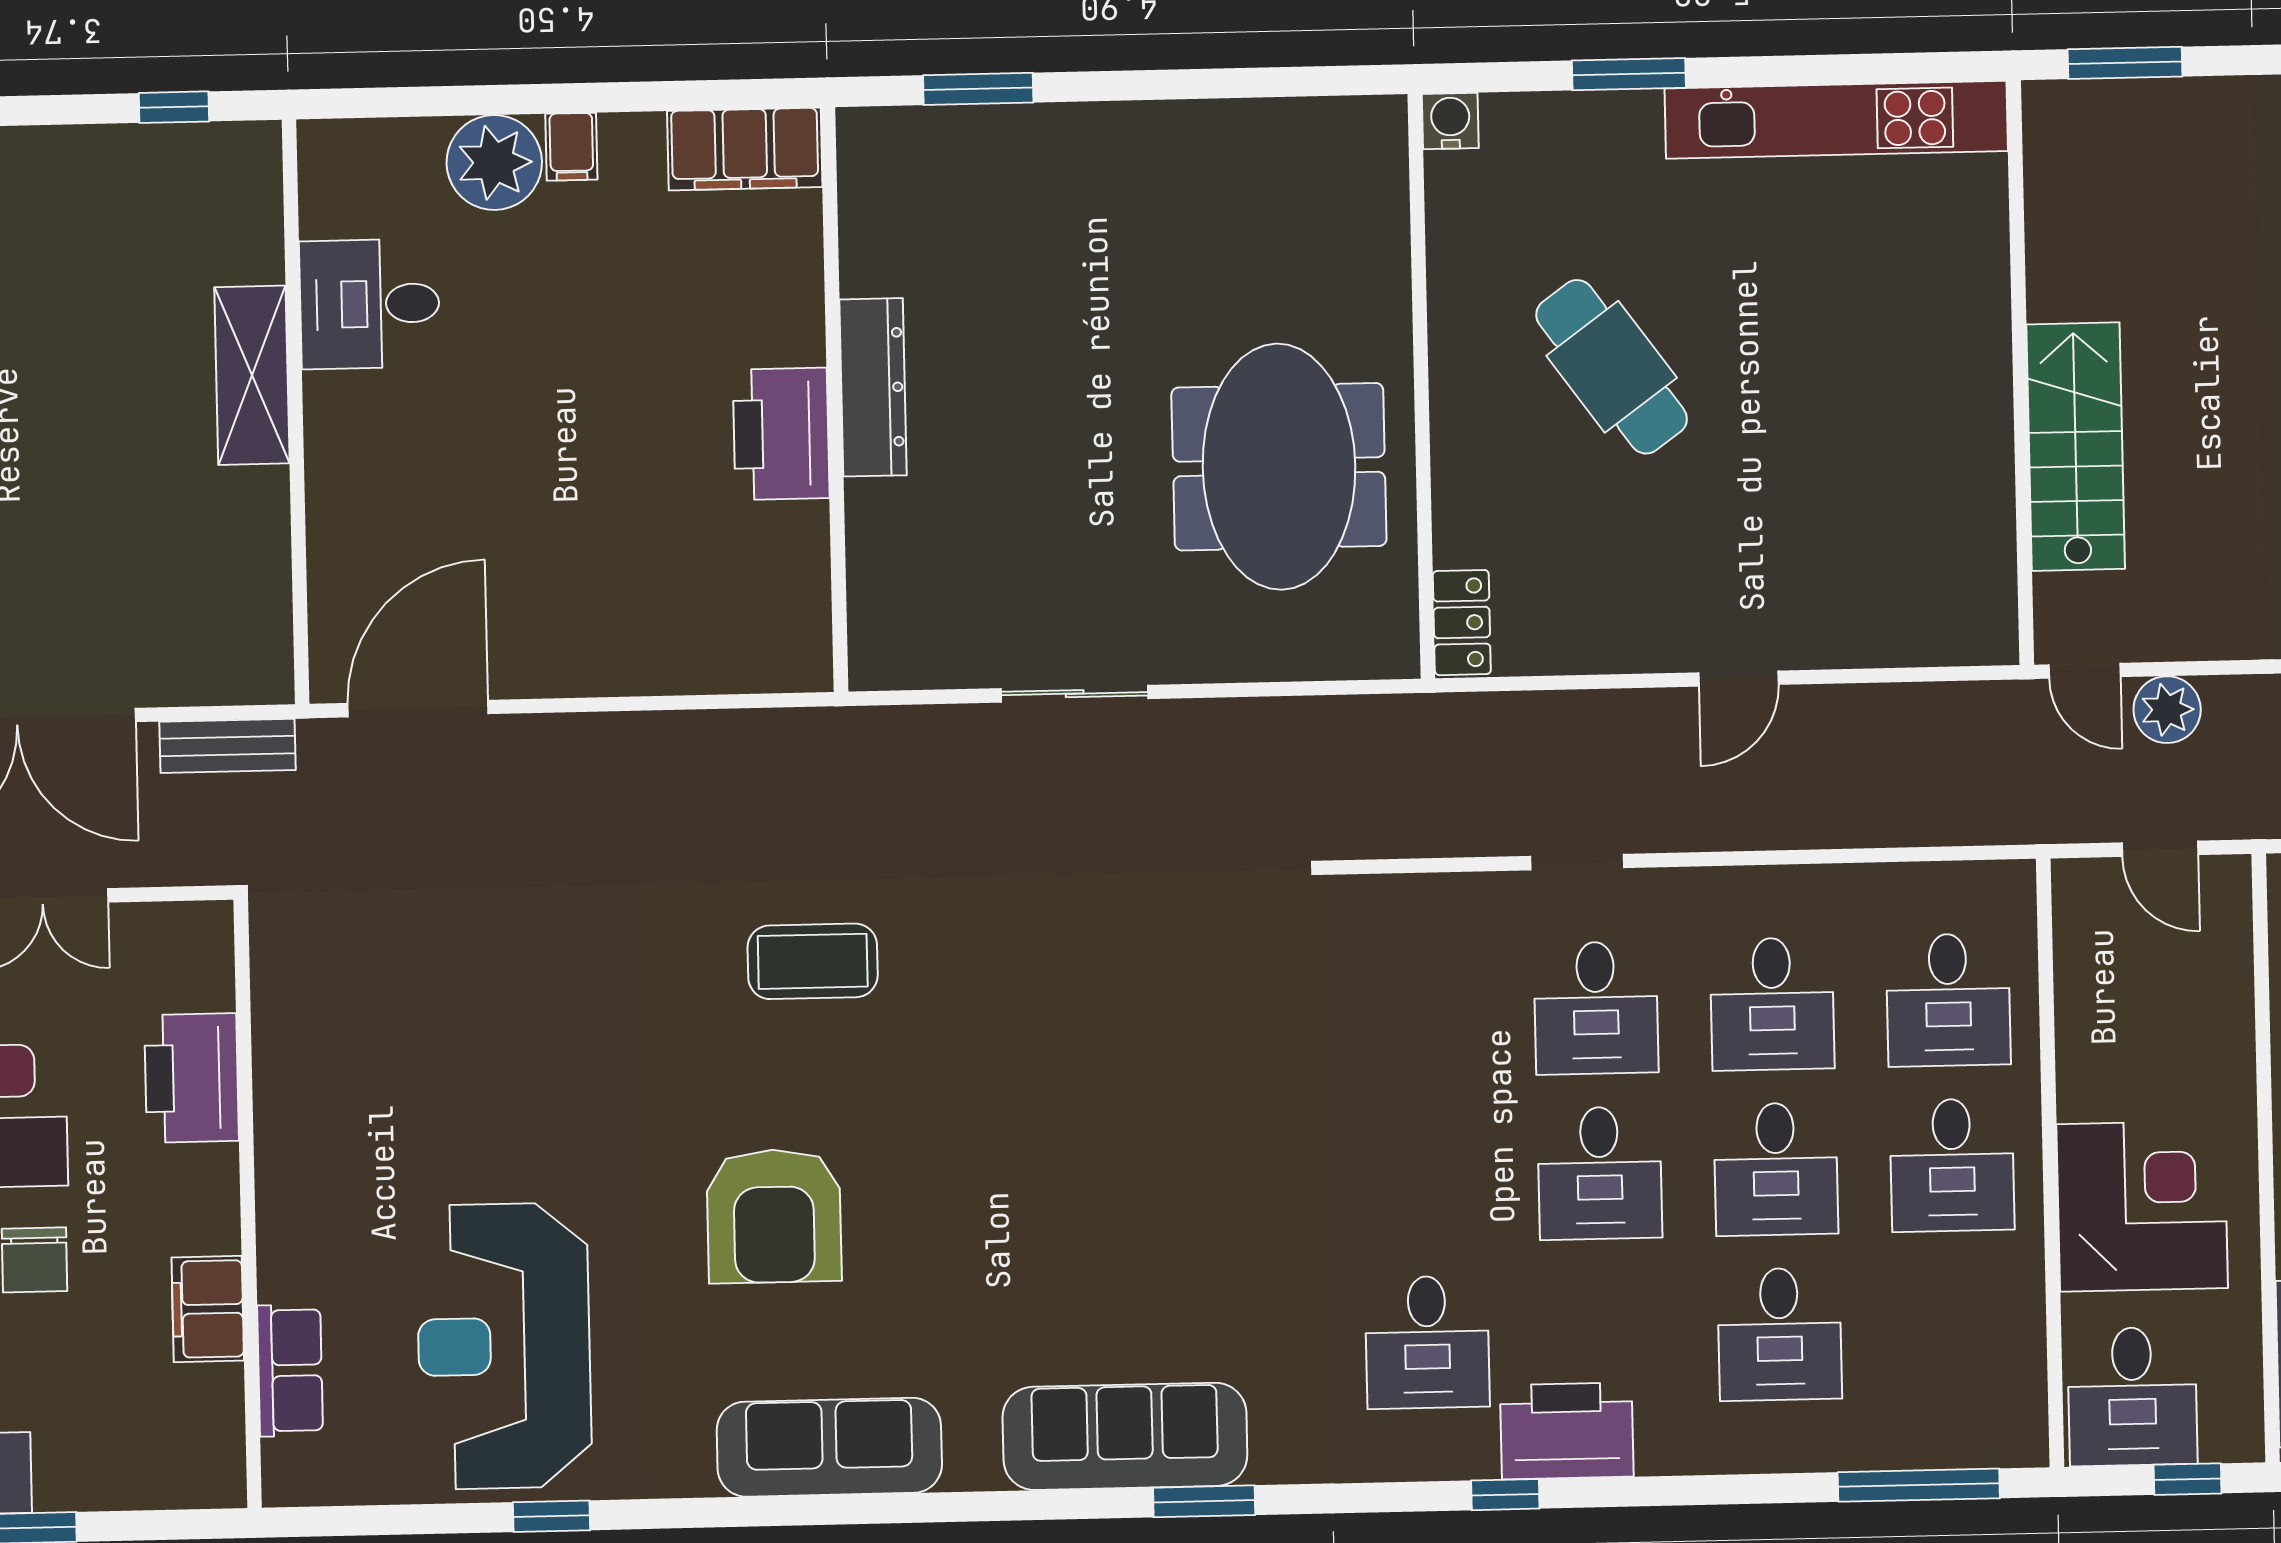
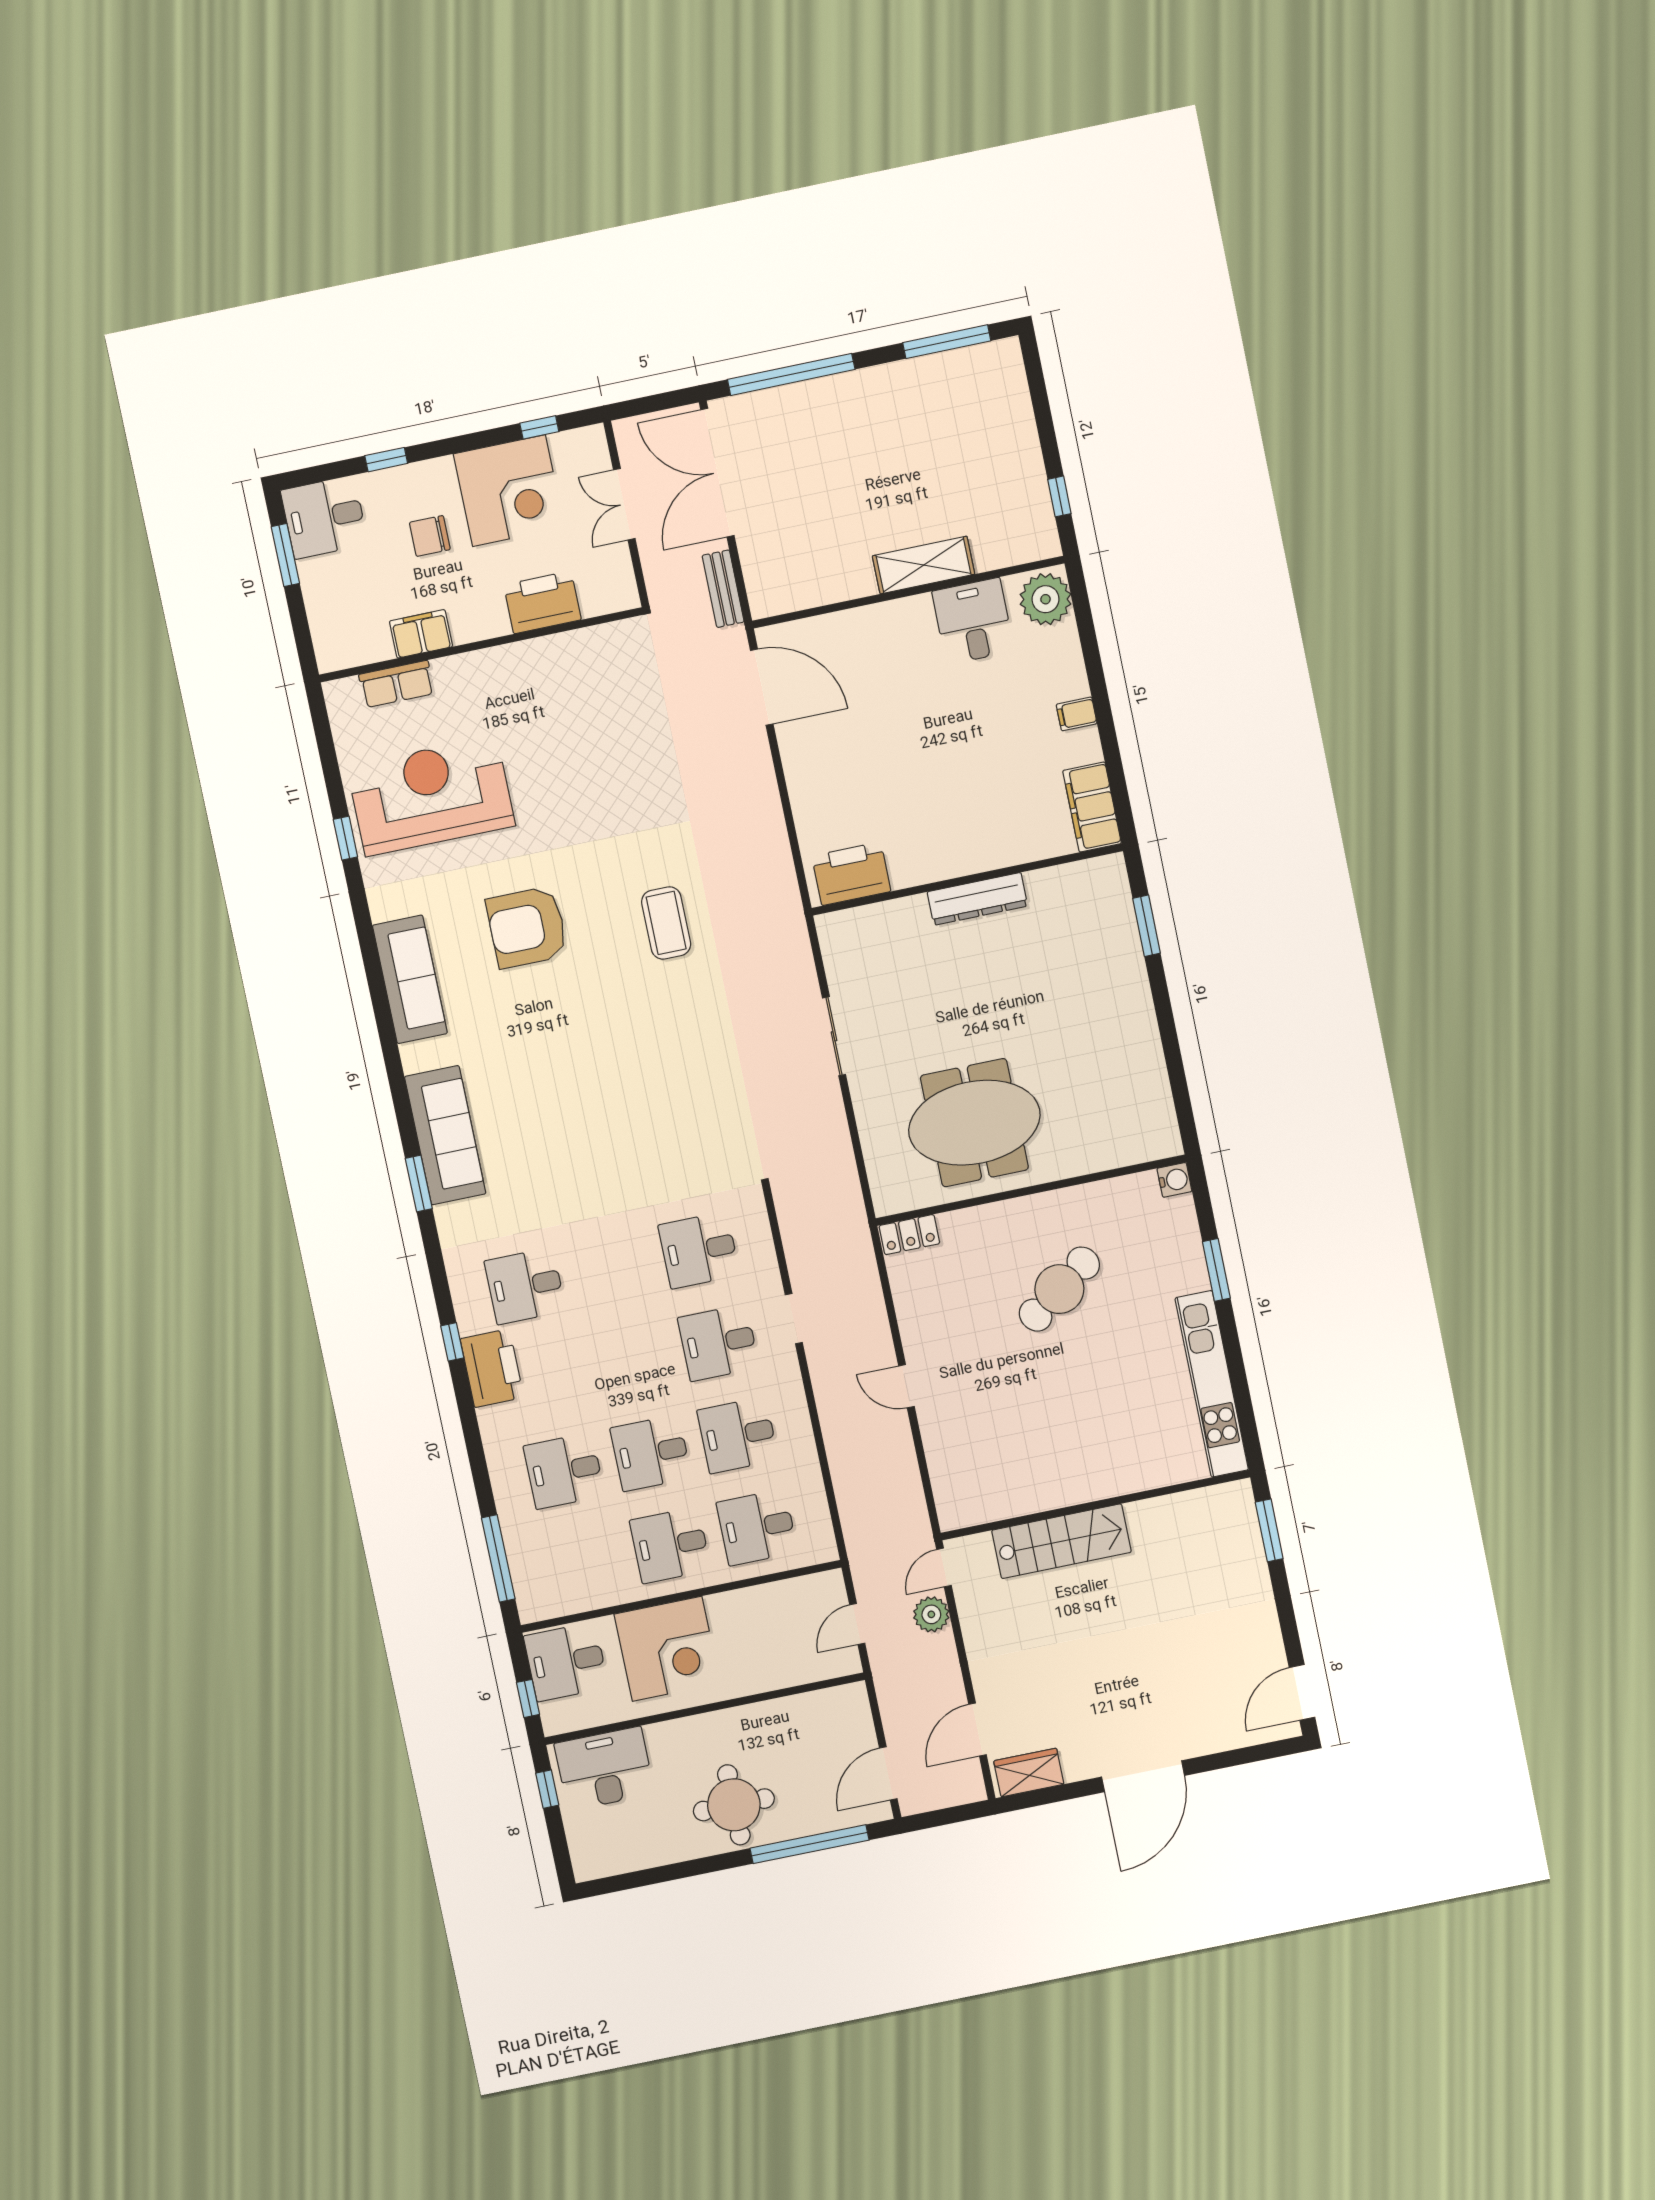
plant: (494, 162) -> (1046, 599), moved
printer: (781, 434) -> (851, 874), moved
desk: (1600, 1173) -> (699, 1250), moved

